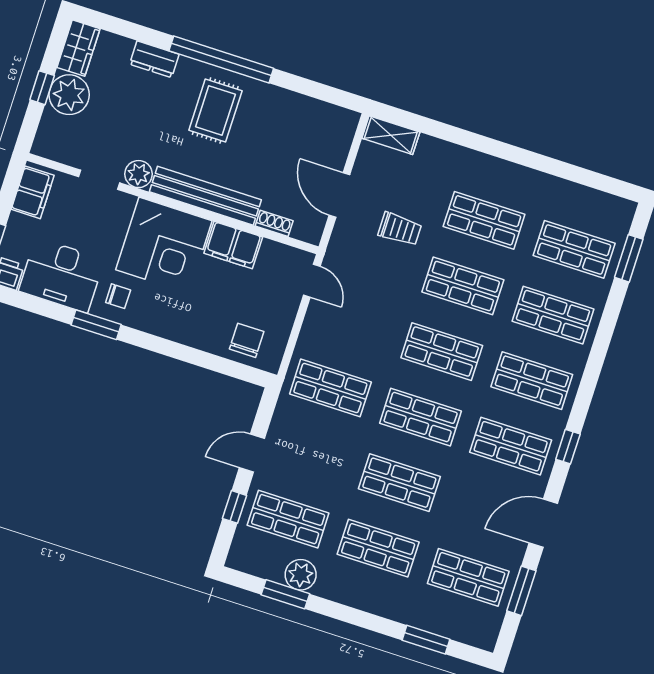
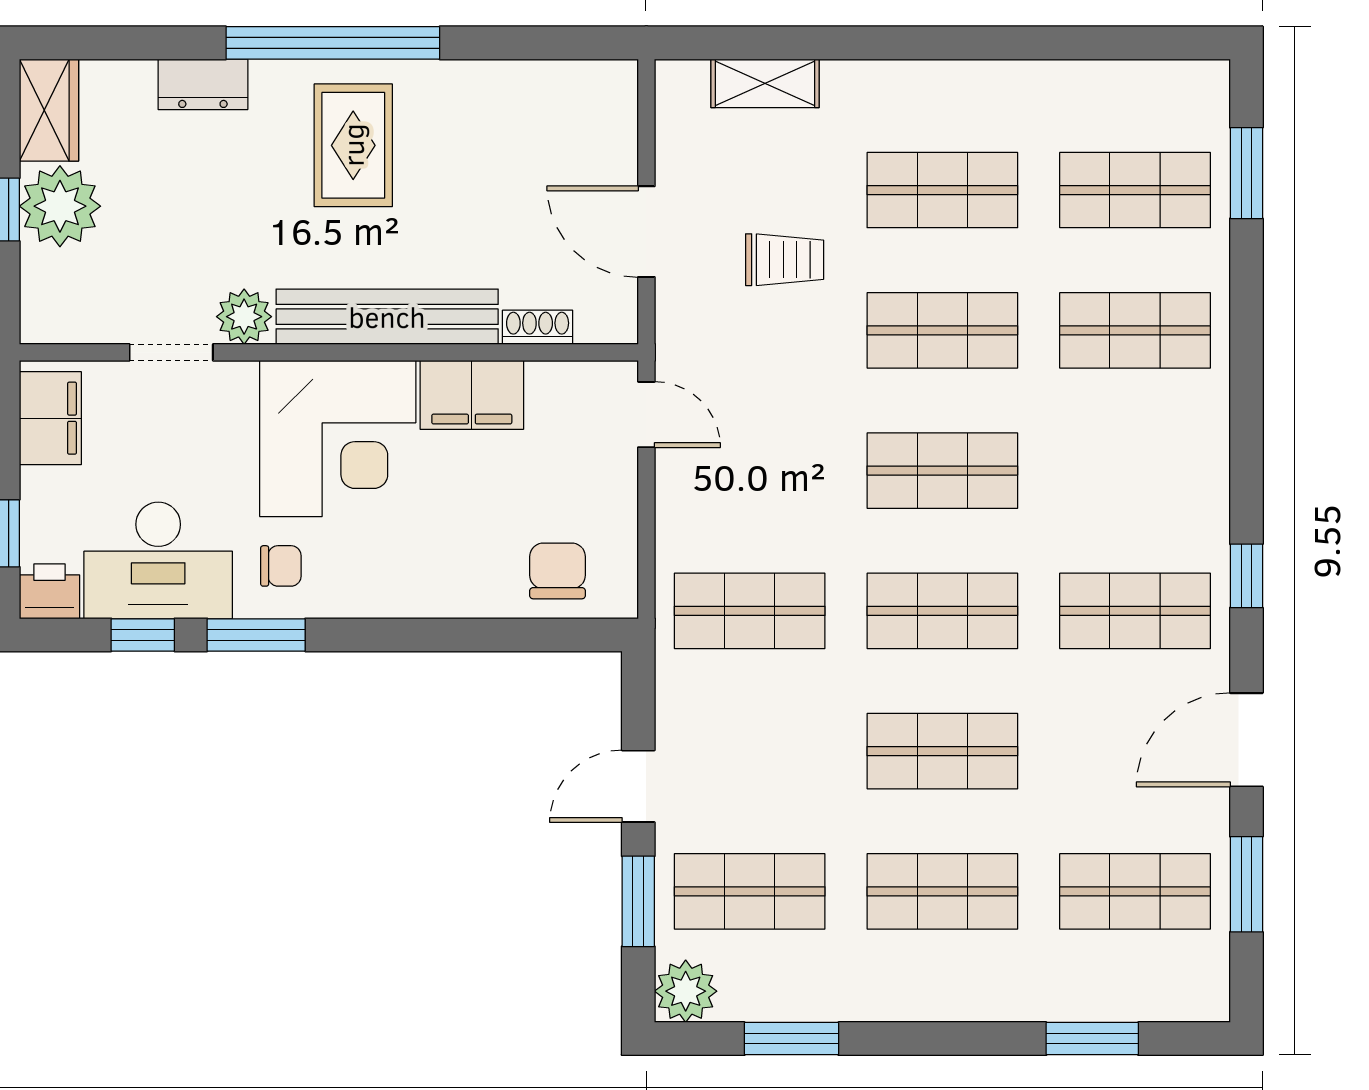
shelving: (391, 135) -> (765, 83), moved
window: (43, 308) -> (143, 635), added
shop shelf: (532, 381) -> (1135, 471), removed
window: (235, 507) -> (638, 901), width x1.50
plant: (301, 575) -> (686, 991), moved

